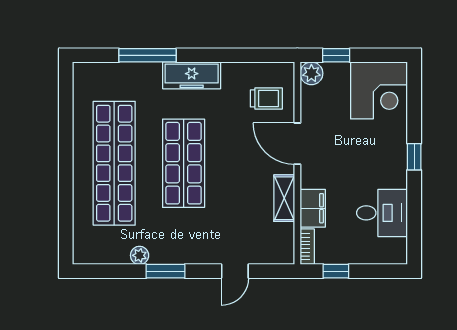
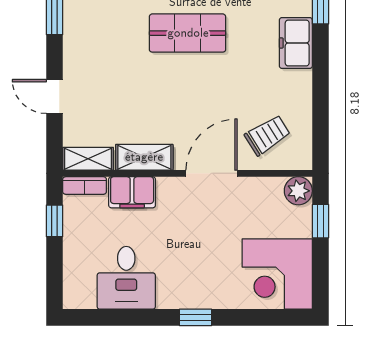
freezer: (192, 75) -> (296, 43), width x0.71
trolley: (266, 98) -> (267, 135), turned -122
shop shelf: (184, 163) -> (188, 33), width x0.70, depth x0.74
shelving: (285, 244) -> (88, 159), added

